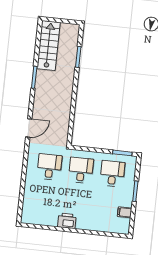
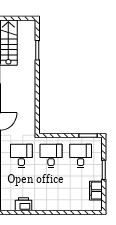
filing cabinet: (125, 212) -> (96, 191), width x2.00
printer: (67, 221) -> (23, 204), moved

